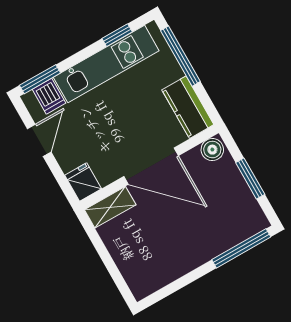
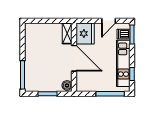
kitchen counter: (188, 107) -> (89, 85), removed
door: (39, 140) -> (109, 21), hinge flipped
door: (151, 166) -> (74, 58), swing flipped
fridge: (83, 182) -> (85, 33), width x1.88, depth x1.34

